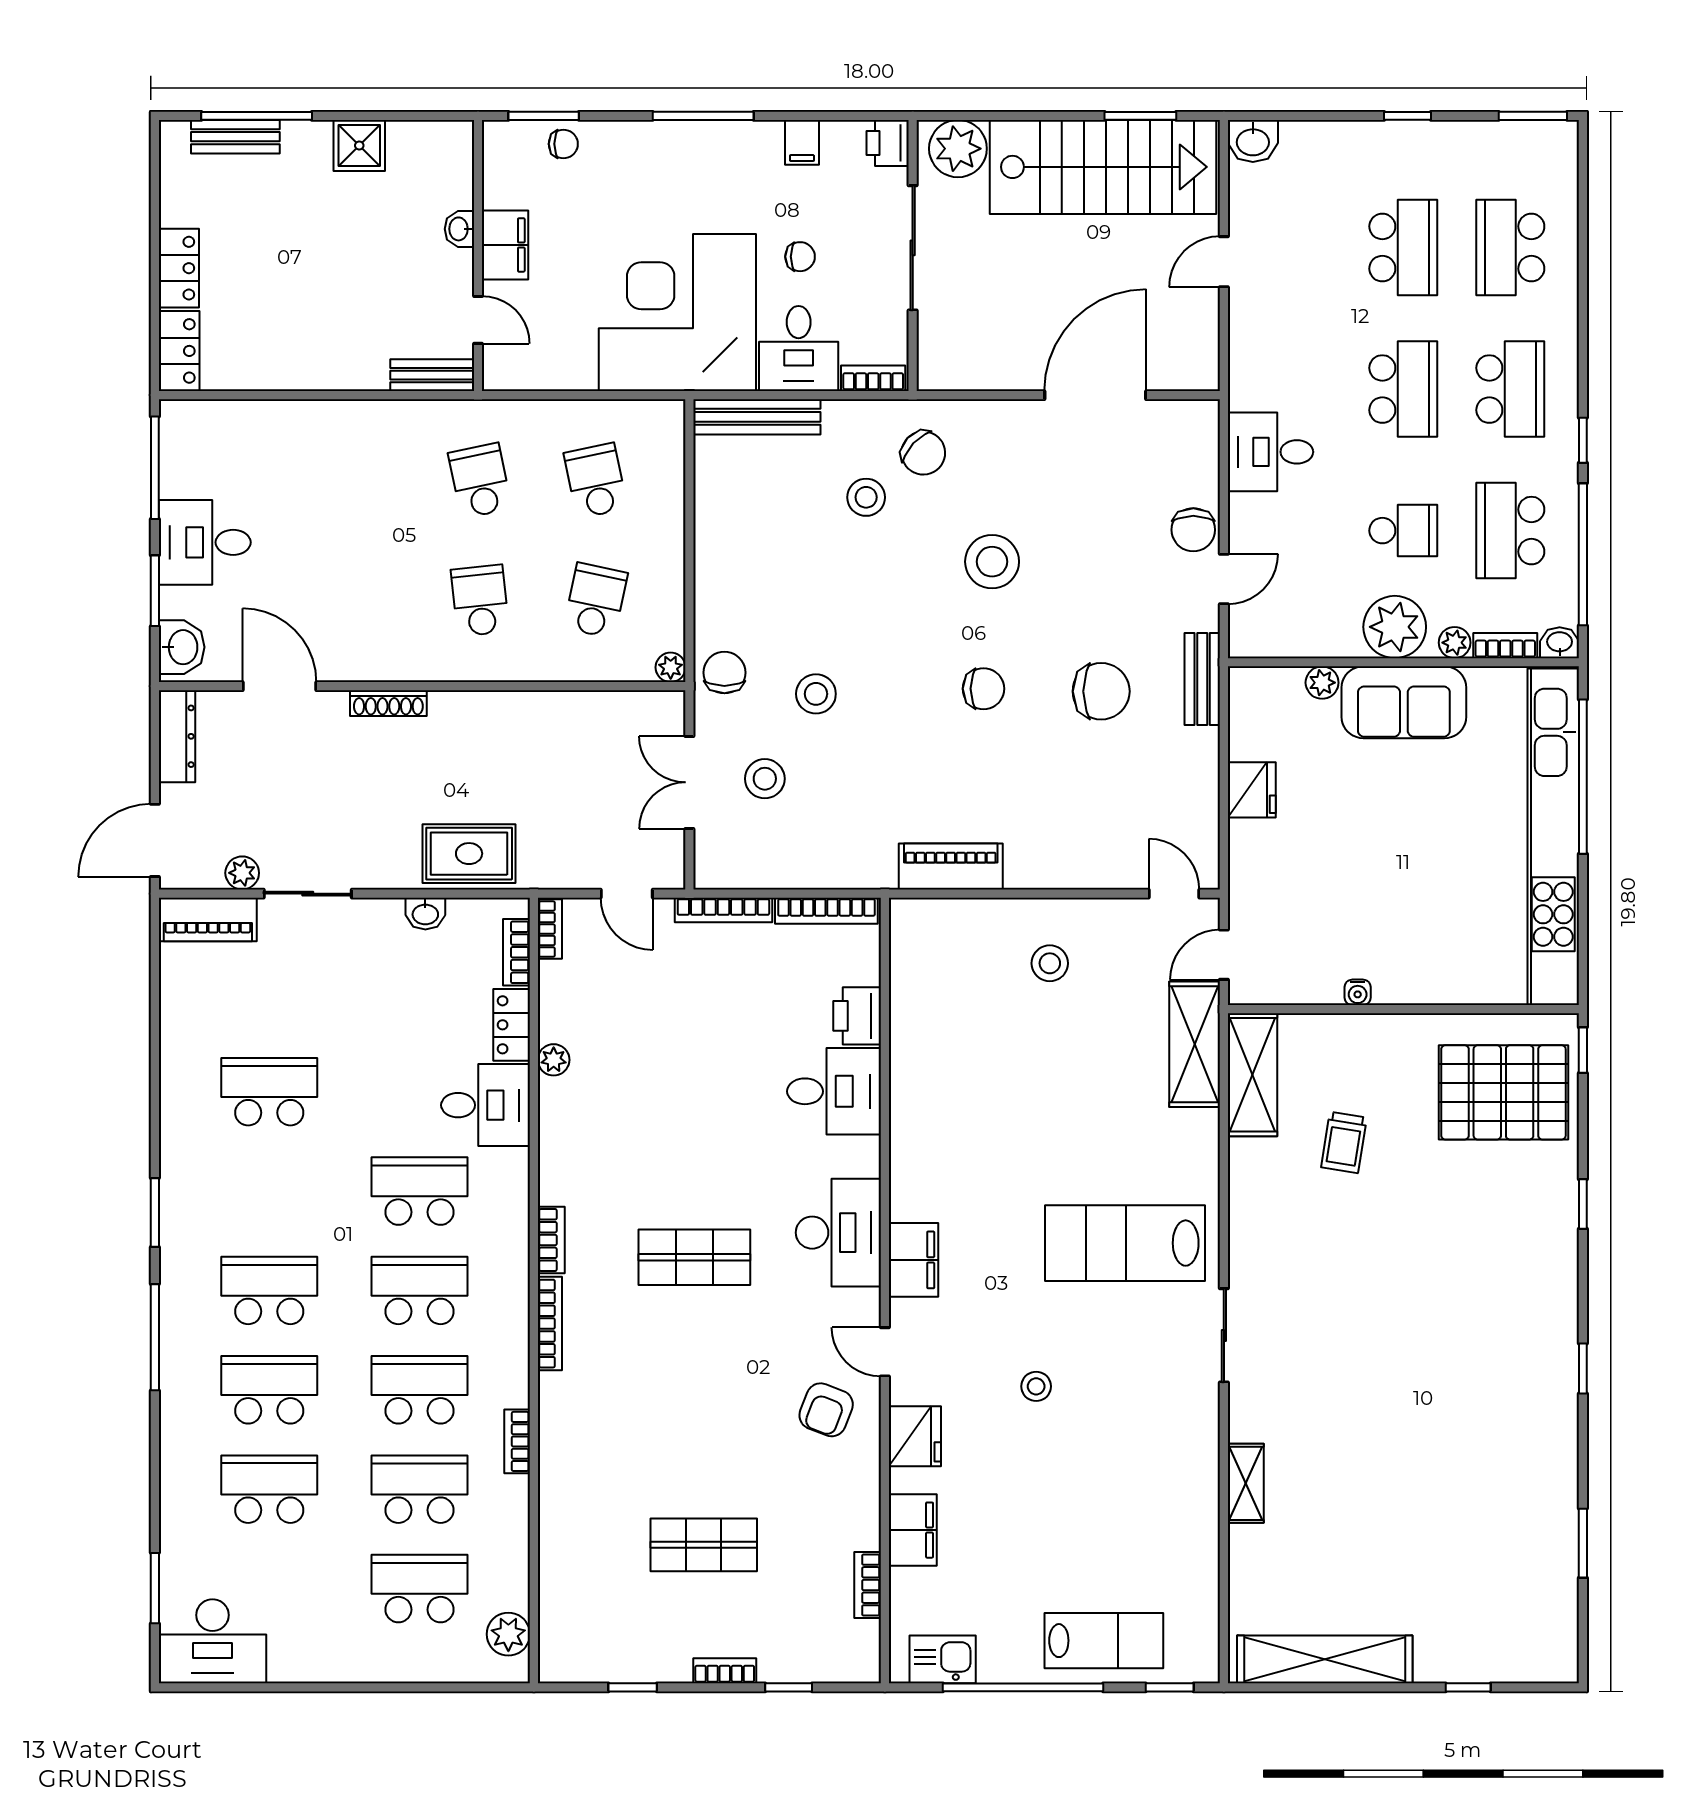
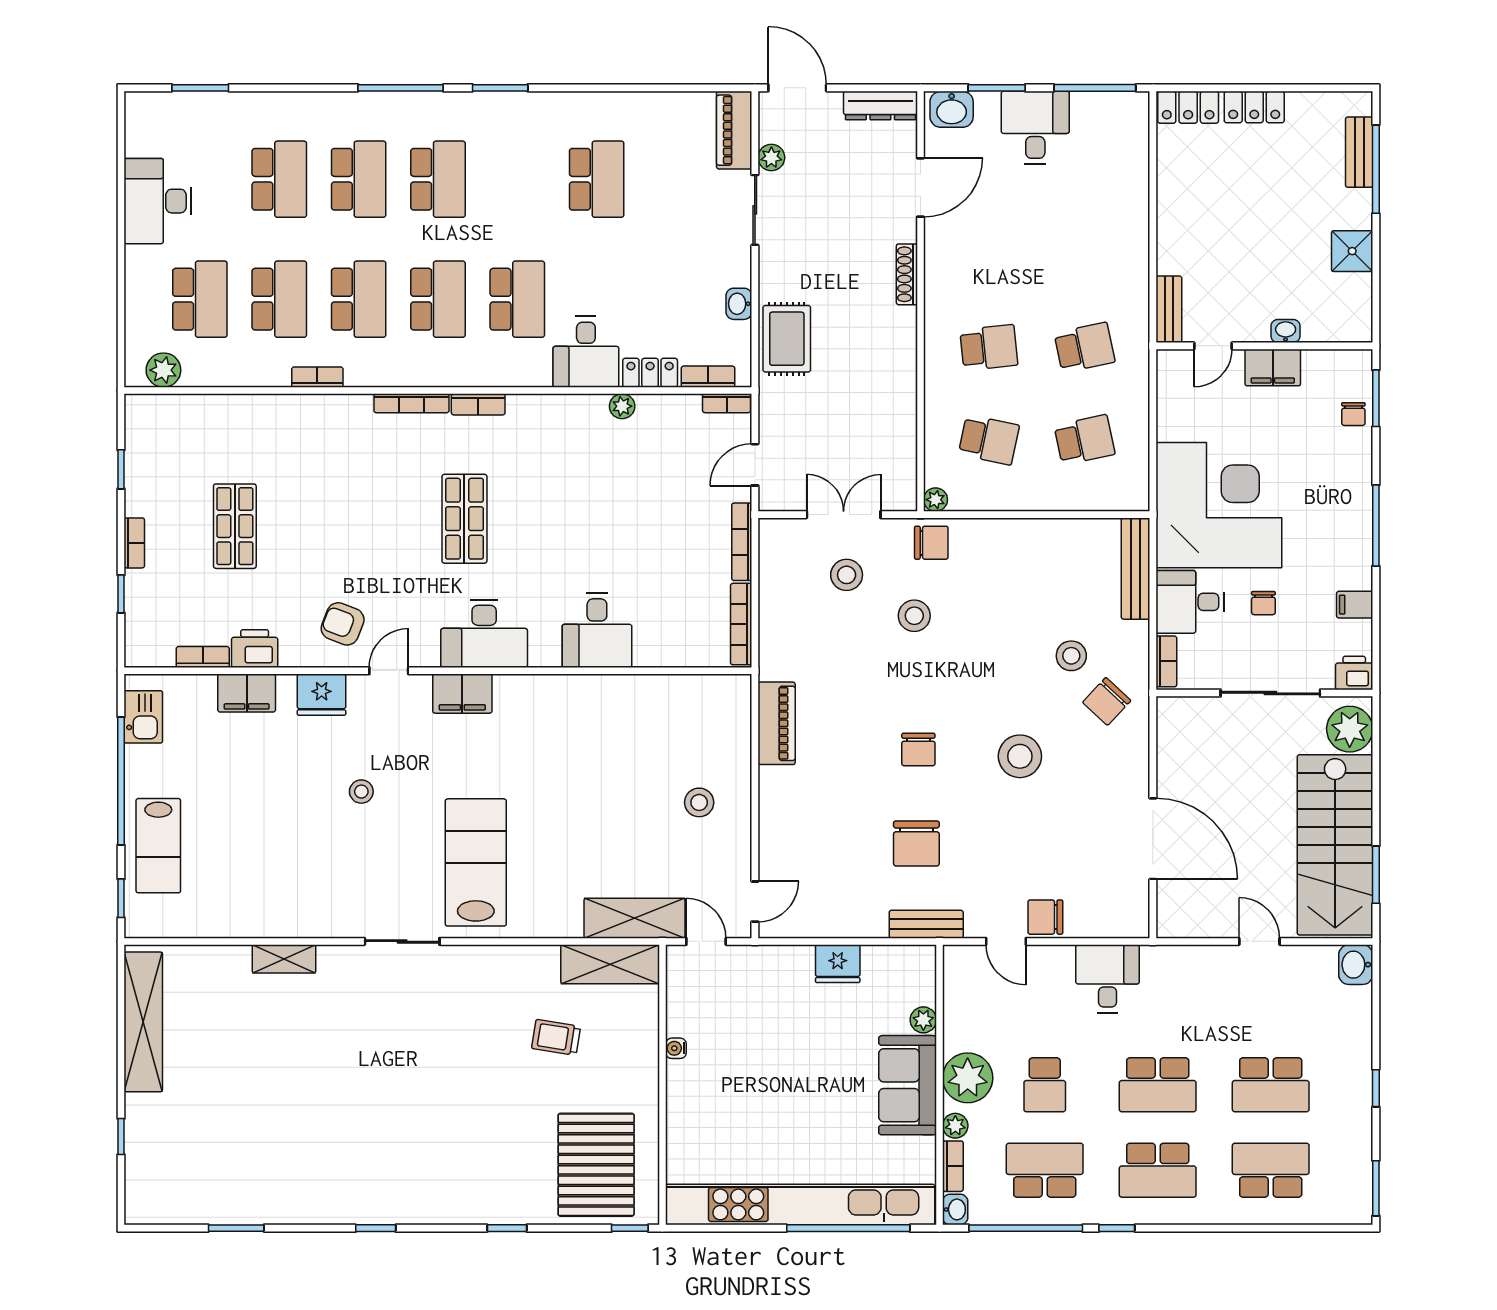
printer: (857, 1016) -> (255, 649), moved
desk: (212, 1641) -> (158, 201), moved

